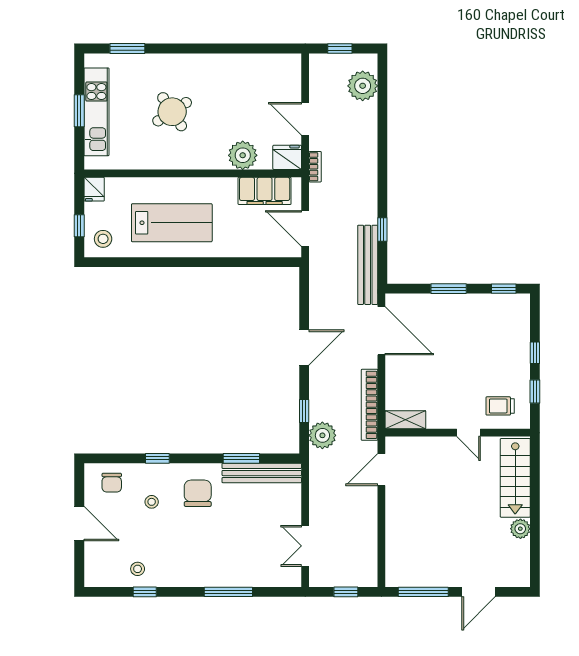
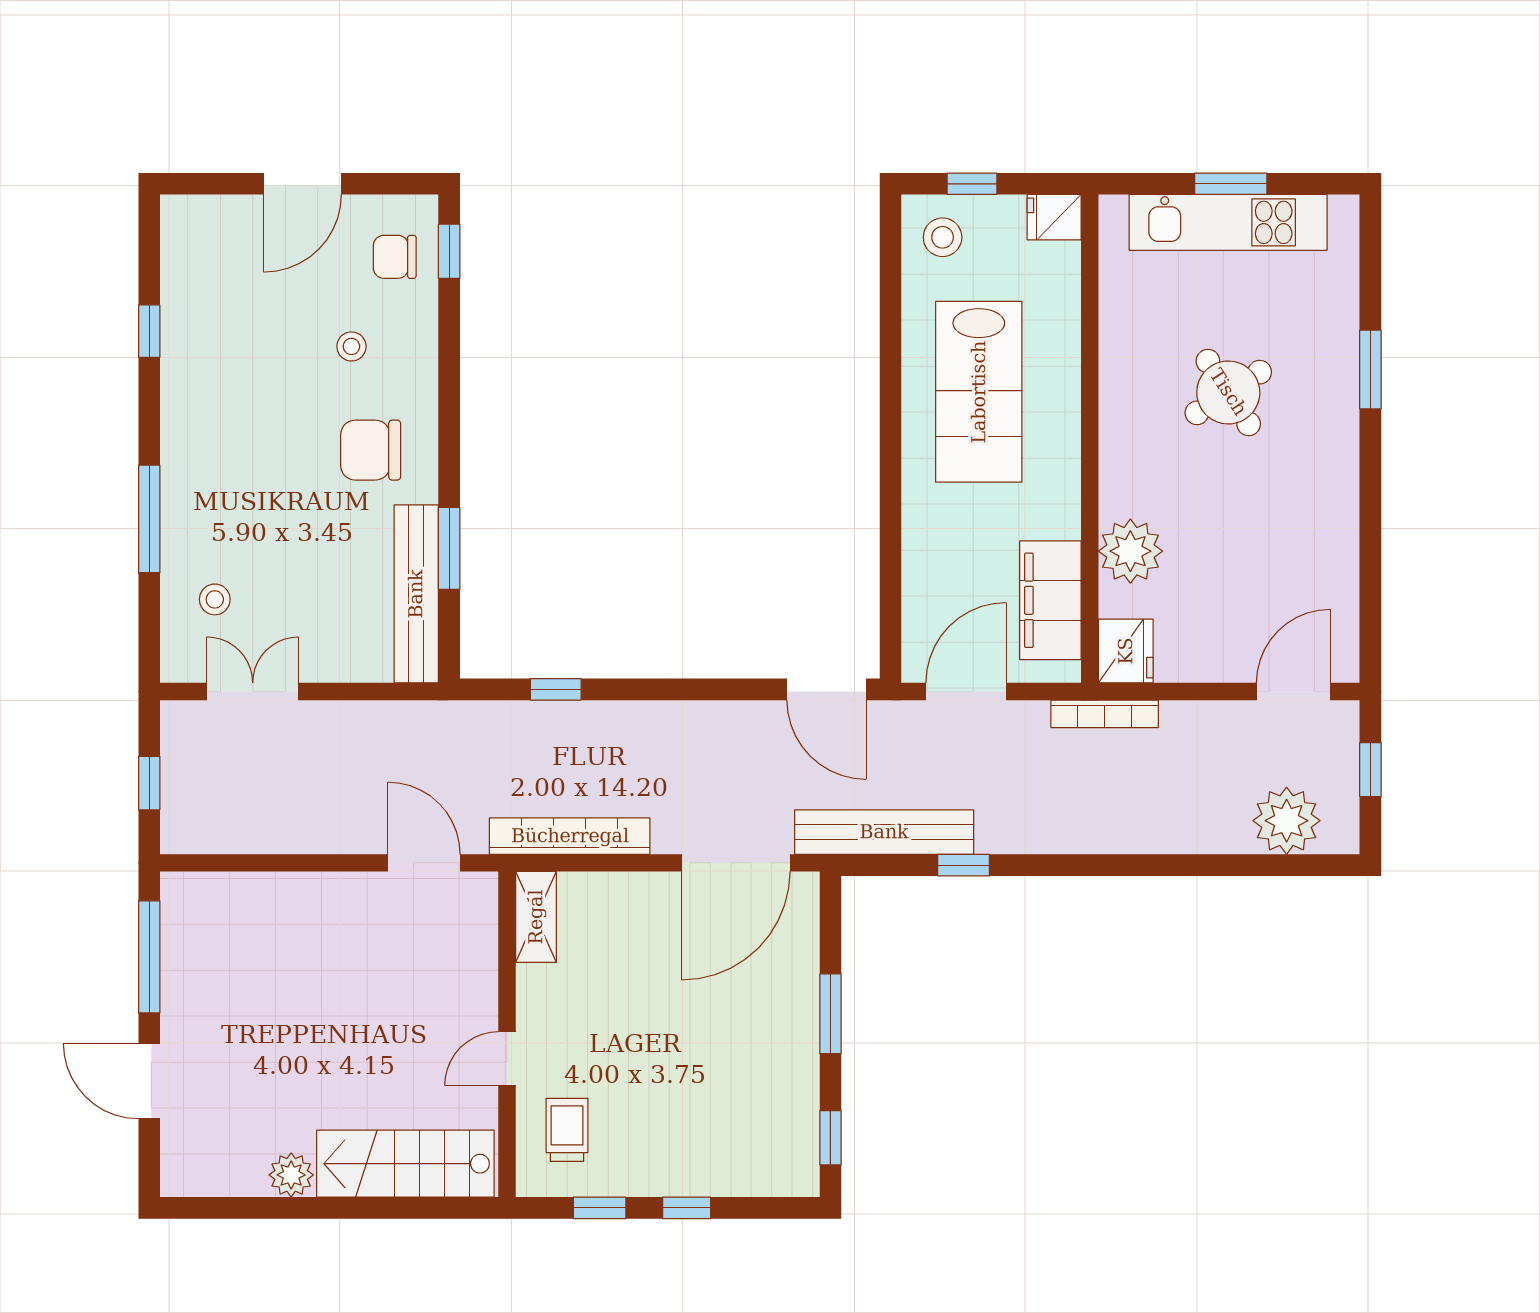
window: (127, 49) -> (1370, 369), moved
door: (305, 119) -> (1293, 692), moved
bookcase: (315, 167) -> (1105, 714), width x1.56
door: (304, 347) -> (827, 689), moved
plant: (322, 435) -> (501, 730), removed
window: (157, 458) -> (449, 251), moved
chair: (198, 493) -> (371, 450), turned 180
stool: (138, 569) -> (215, 599), moved

